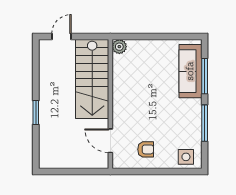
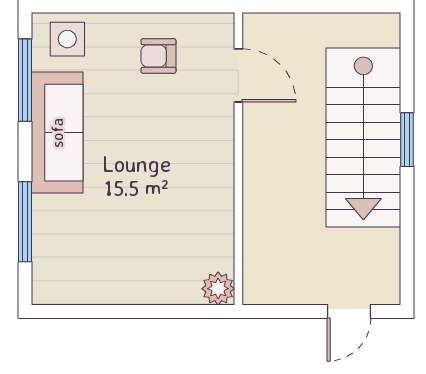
sofa: (190, 71) -> (57, 133), moved
stairs: (92, 79) -> (363, 138), moved, turned 180
window: (205, 123) -> (25, 80), moved

